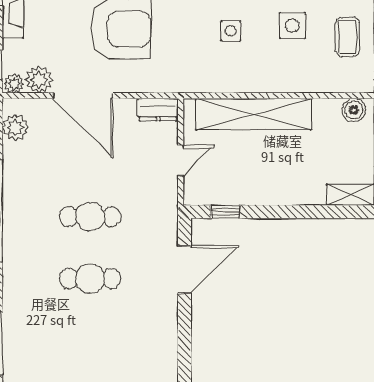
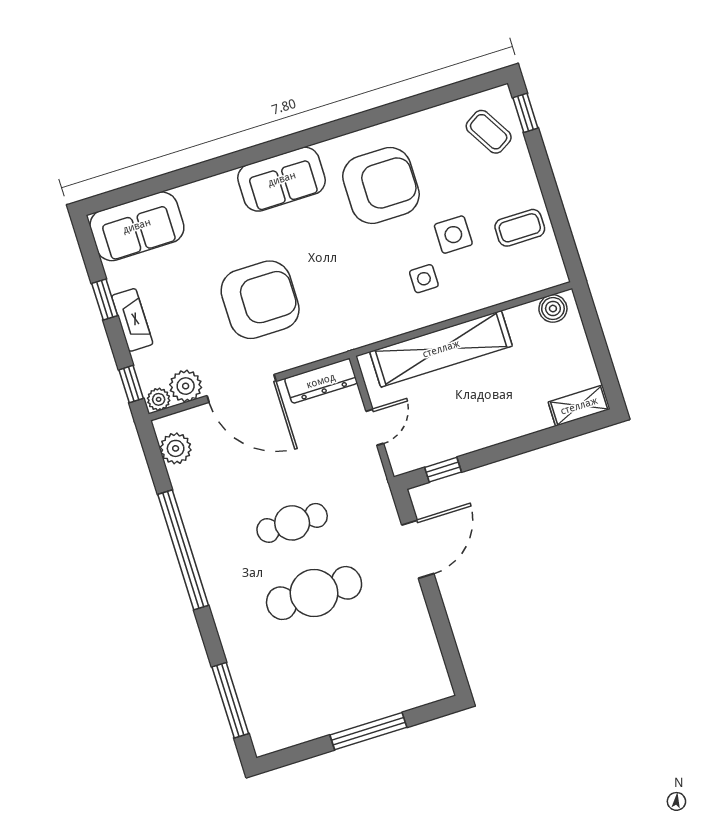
side table: (231, 31) -> (424, 279), moved
coffee table: (347, 37) -> (520, 228), turned 90
dresser: (158, 110) -> (321, 381), width x1.44
cafe table: (90, 279) -> (314, 593), width x1.37, depth x1.35

